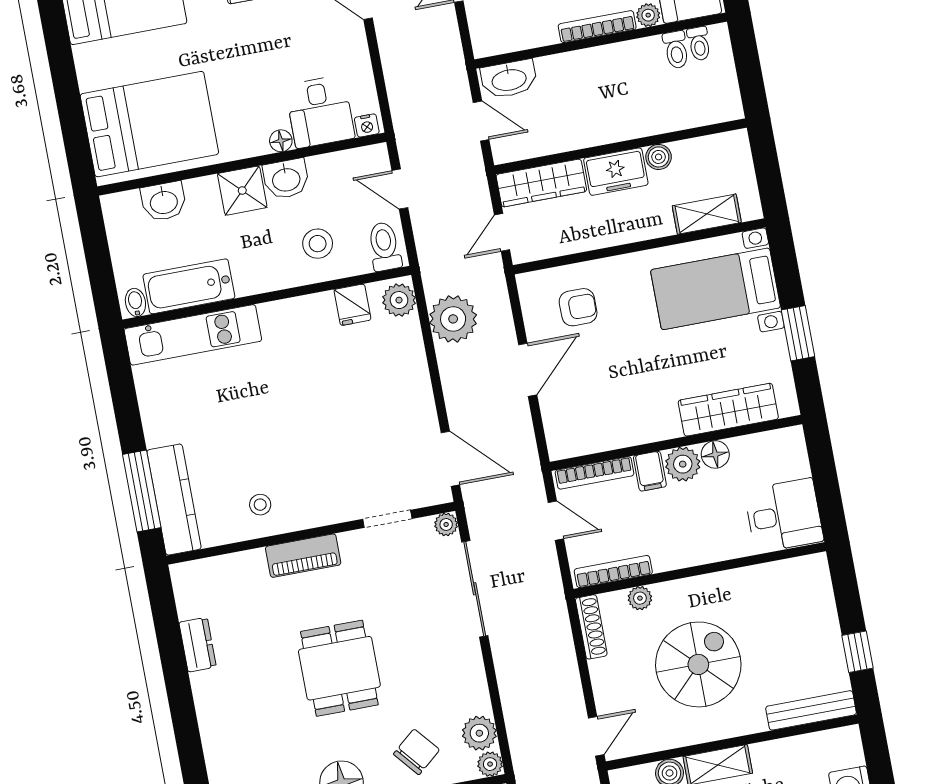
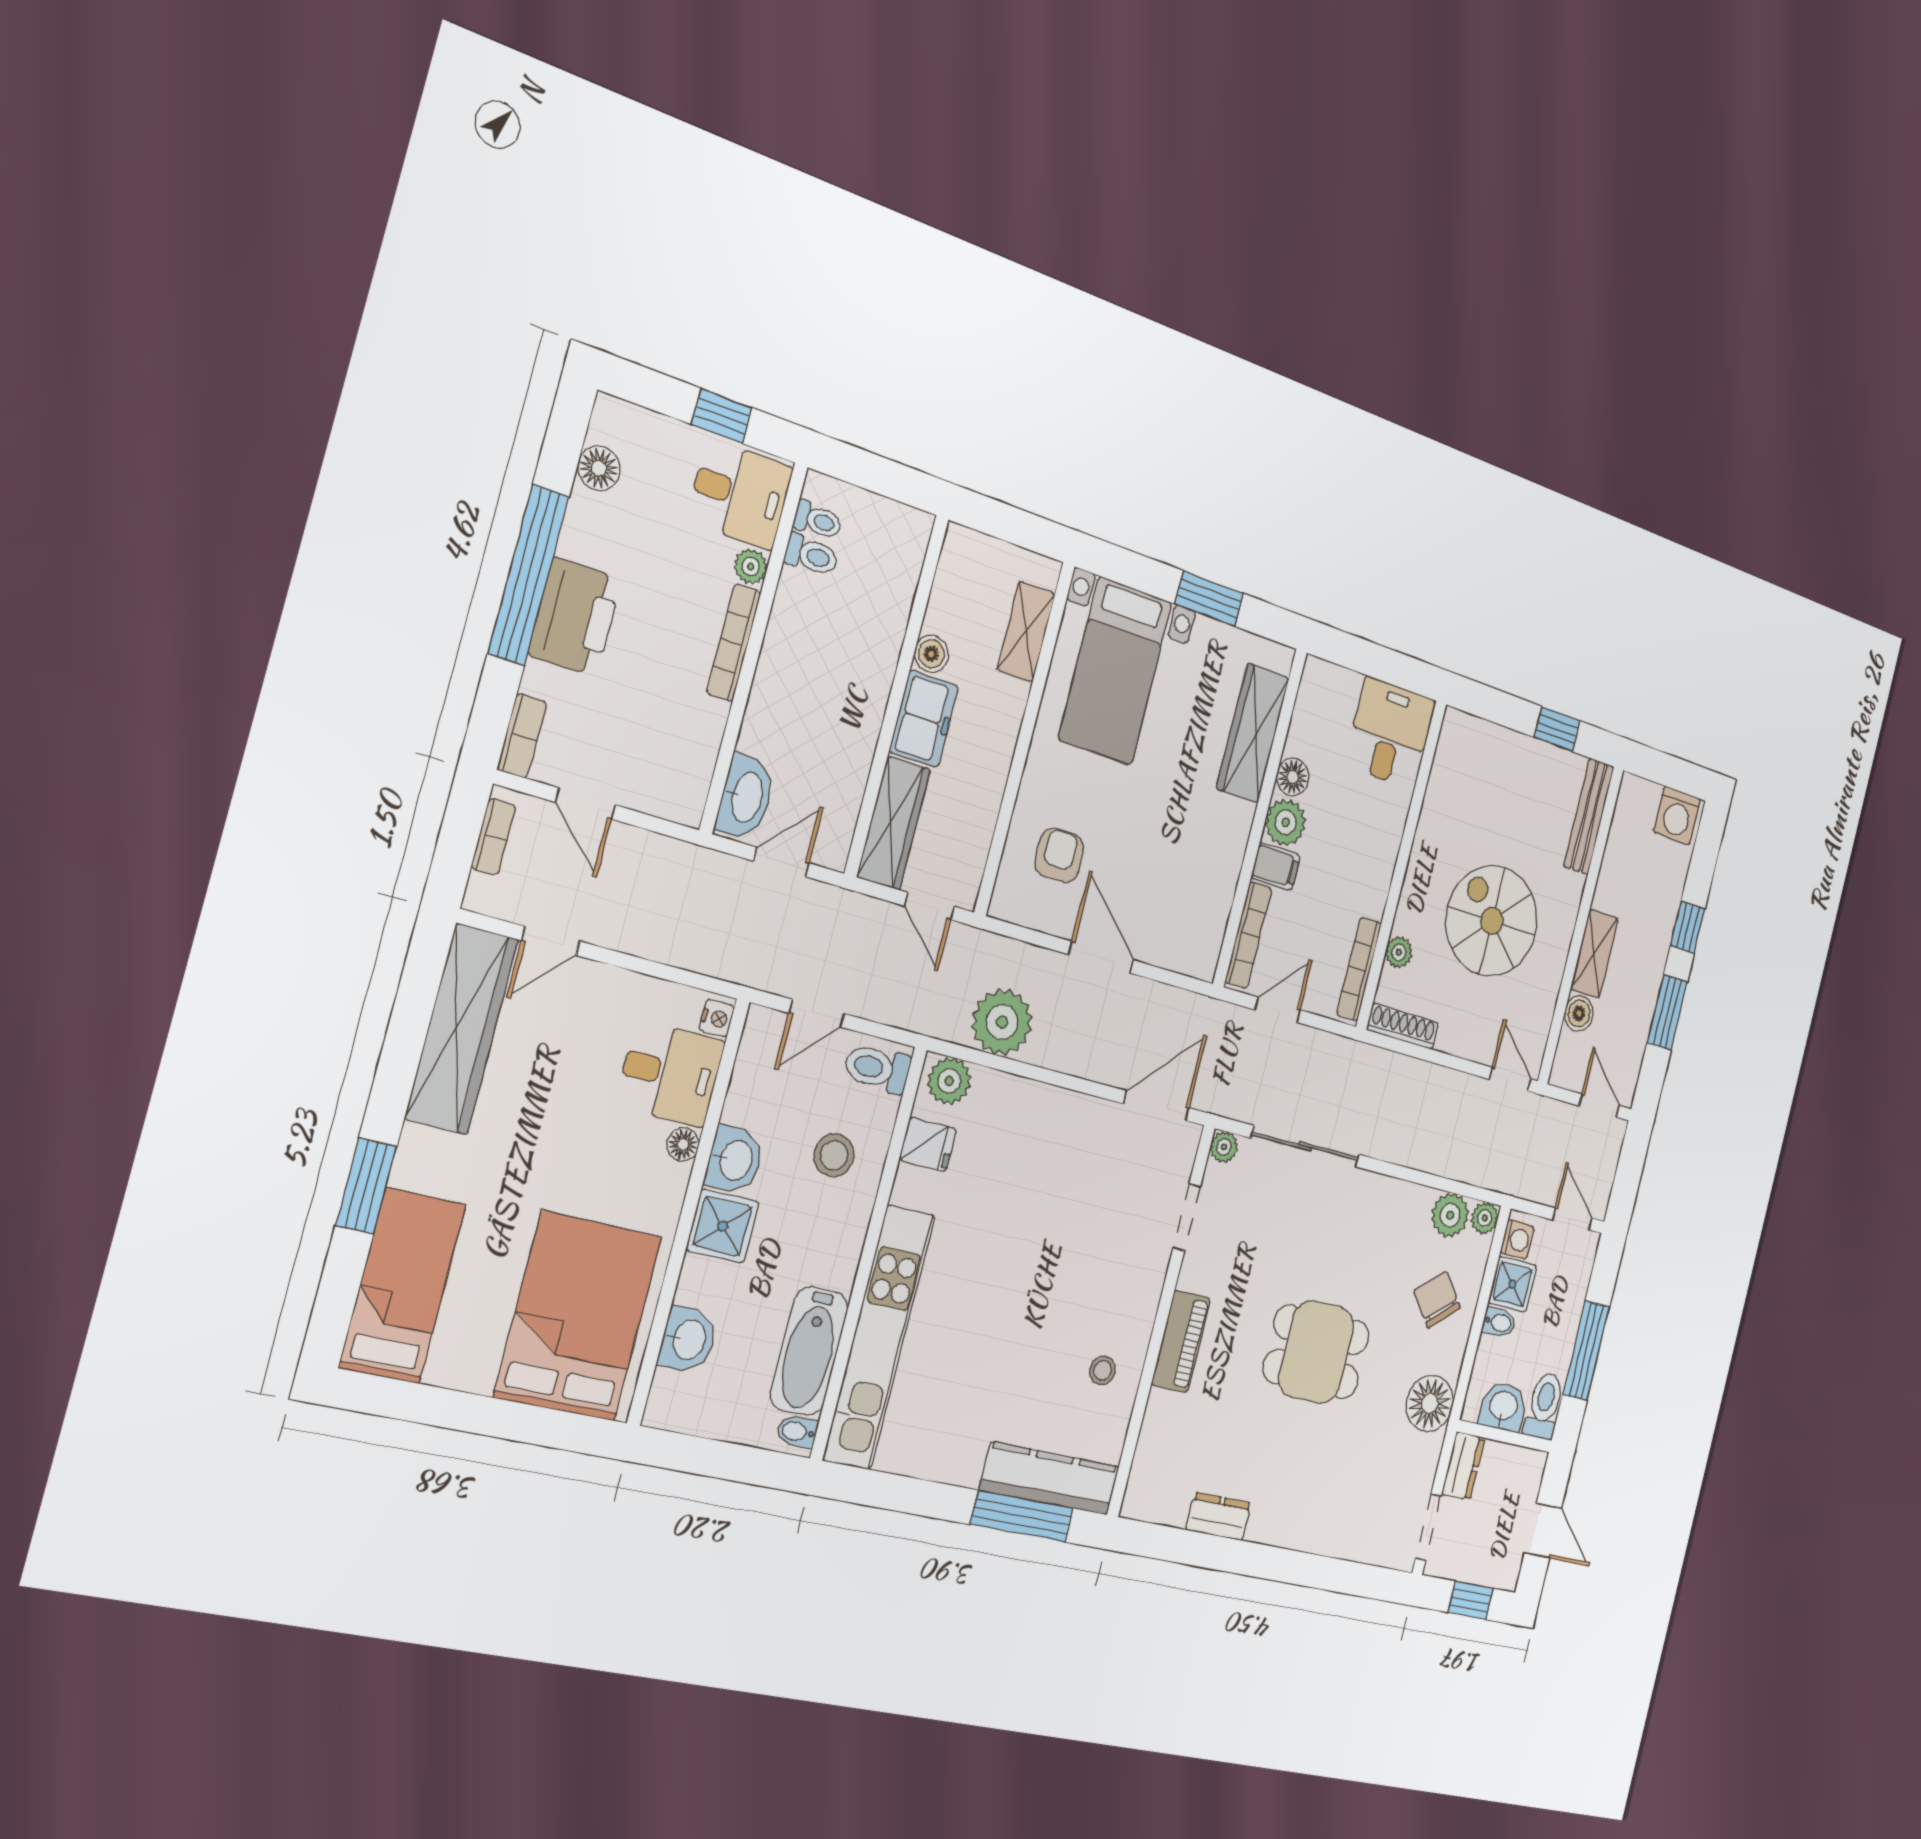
kitchen unit: (193, 335) -> (879, 1337), width x1.36

